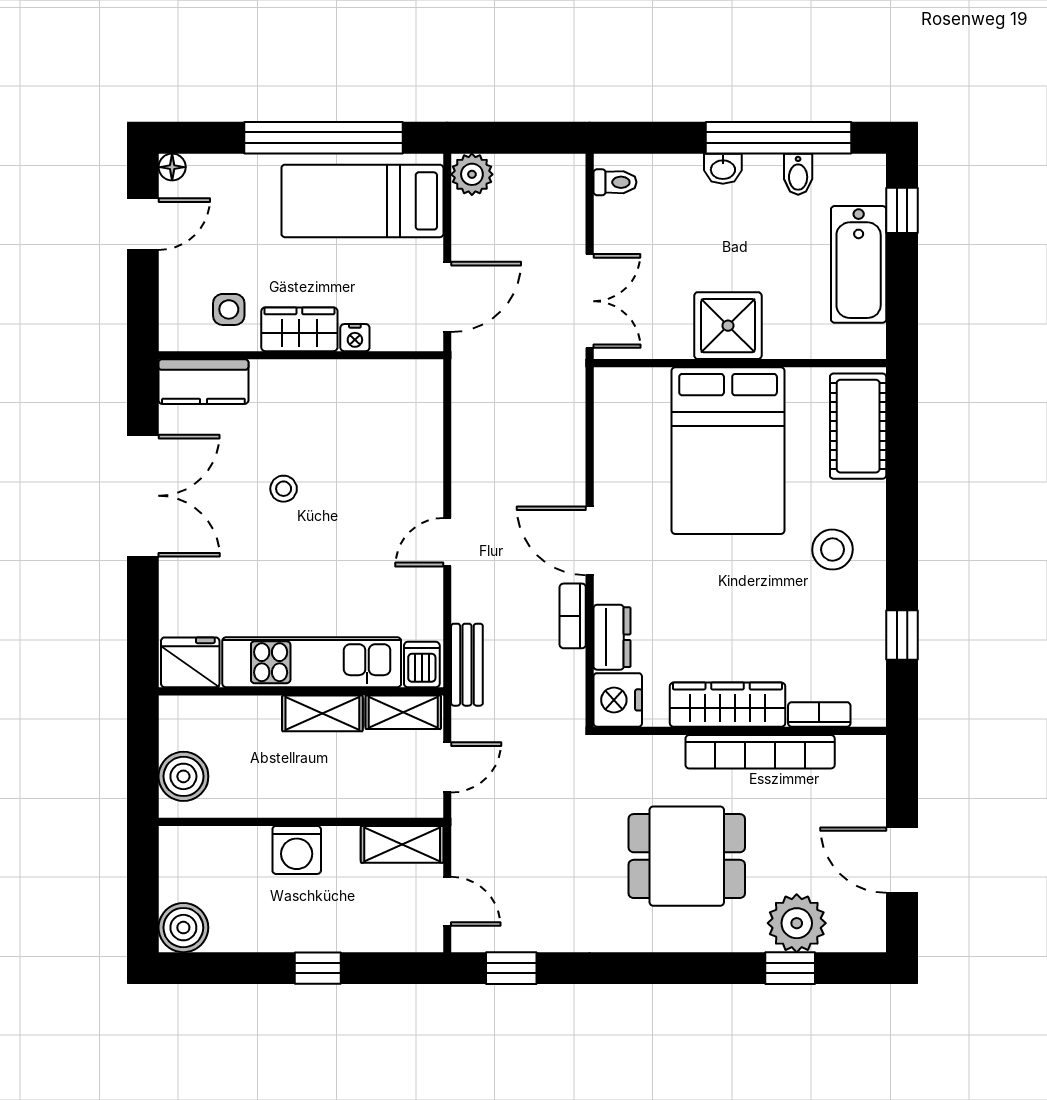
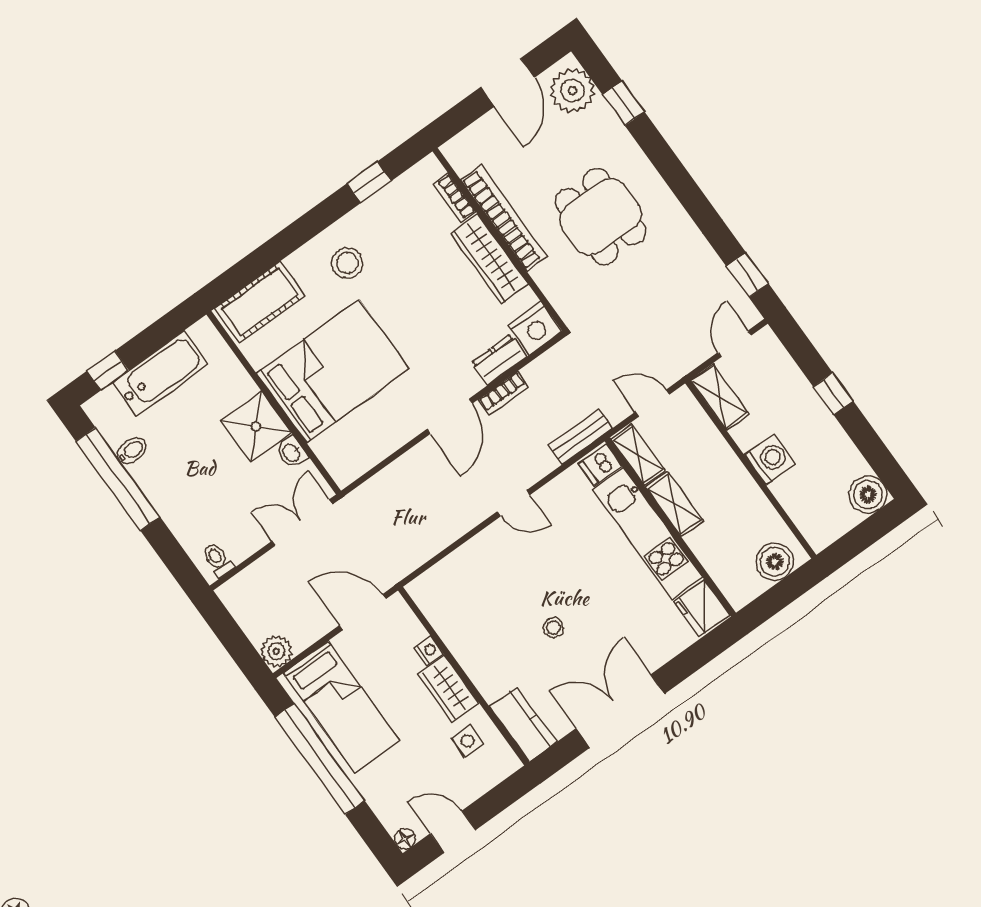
washbasin: (723, 169) -> (292, 453), moved, turned 180
plant: (797, 923) -> (572, 91), moved

